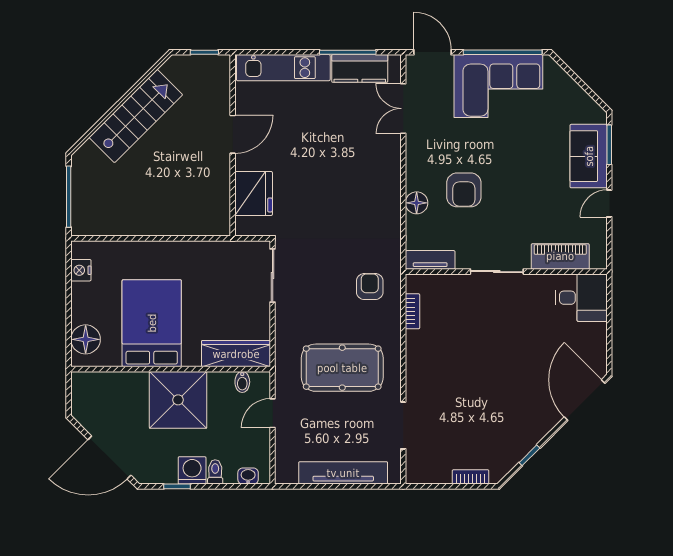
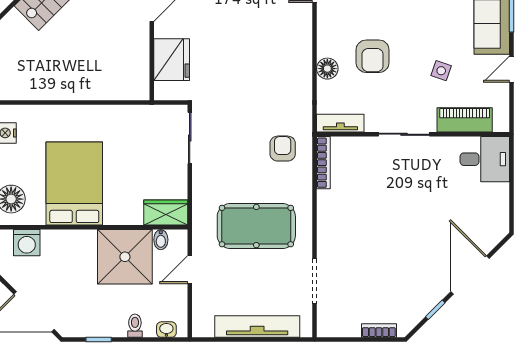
side table: (536, 205) -> (441, 71), added
bookcase: (412, 311) -> (323, 163), width x1.56
wardrobe: (236, 354) -> (166, 213), width x0.67
shower: (178, 400) -> (125, 257), moved
door: (585, 400) -> (470, 275), moved
washing machine: (192, 470) -> (27, 243), moved, turned 180

